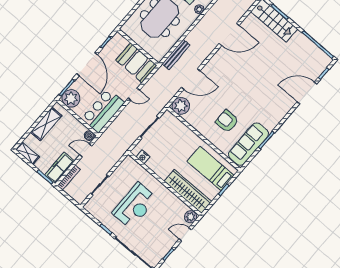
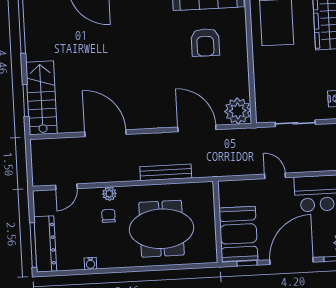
bench: (176, 54) -> (166, 172), moved
booth: (136, 63) -> (238, 234), moved

